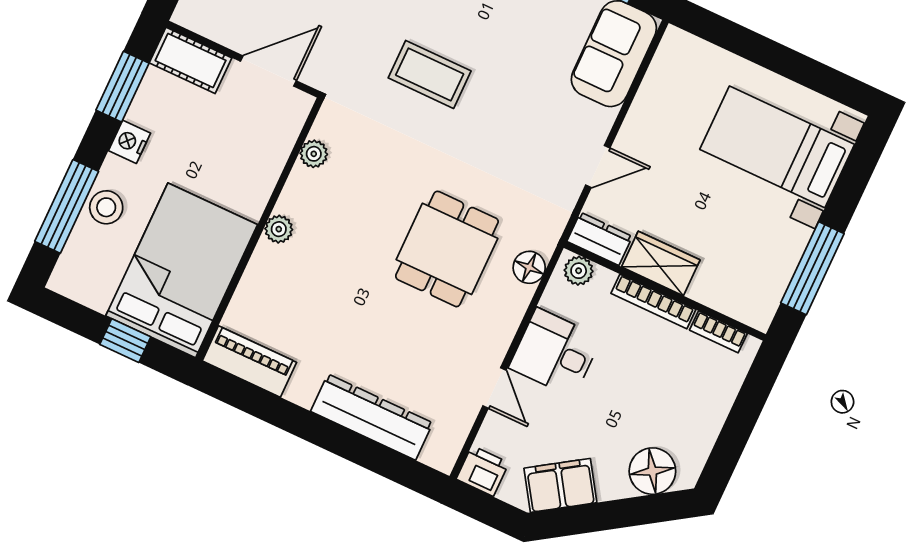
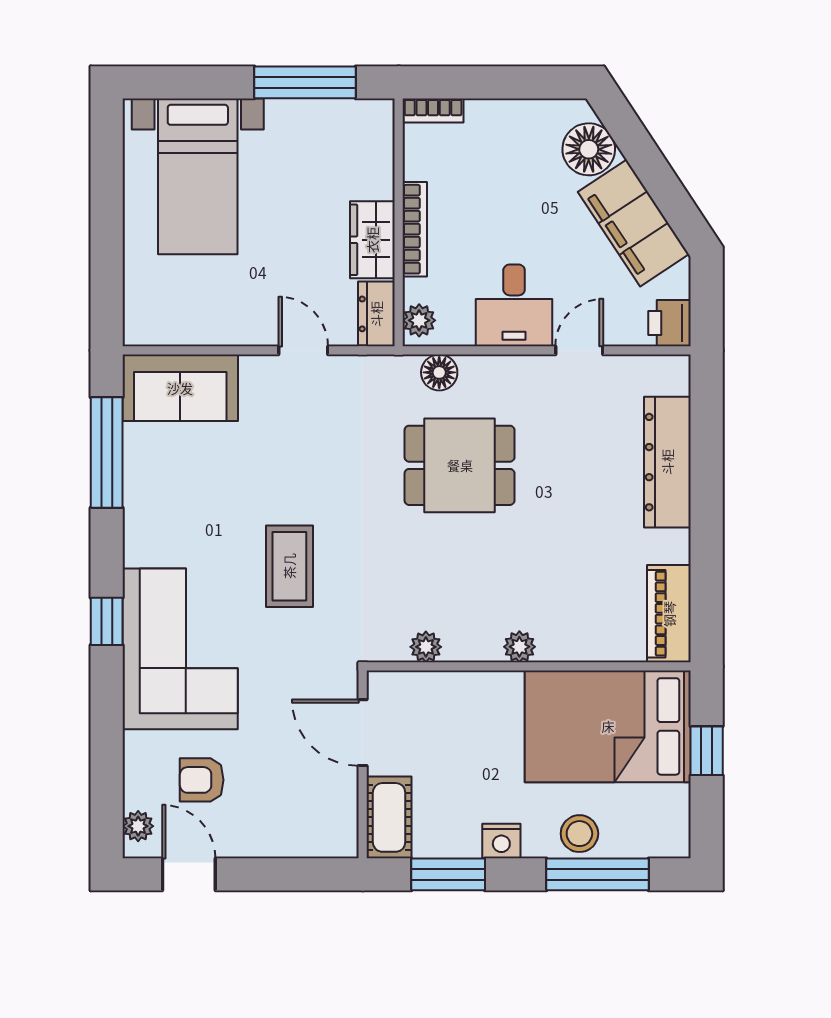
bookcase: (718, 332) -> (433, 111), moved, turned 90
filing cabinet: (560, 485) -> (633, 223), width x1.50, depth x1.17

